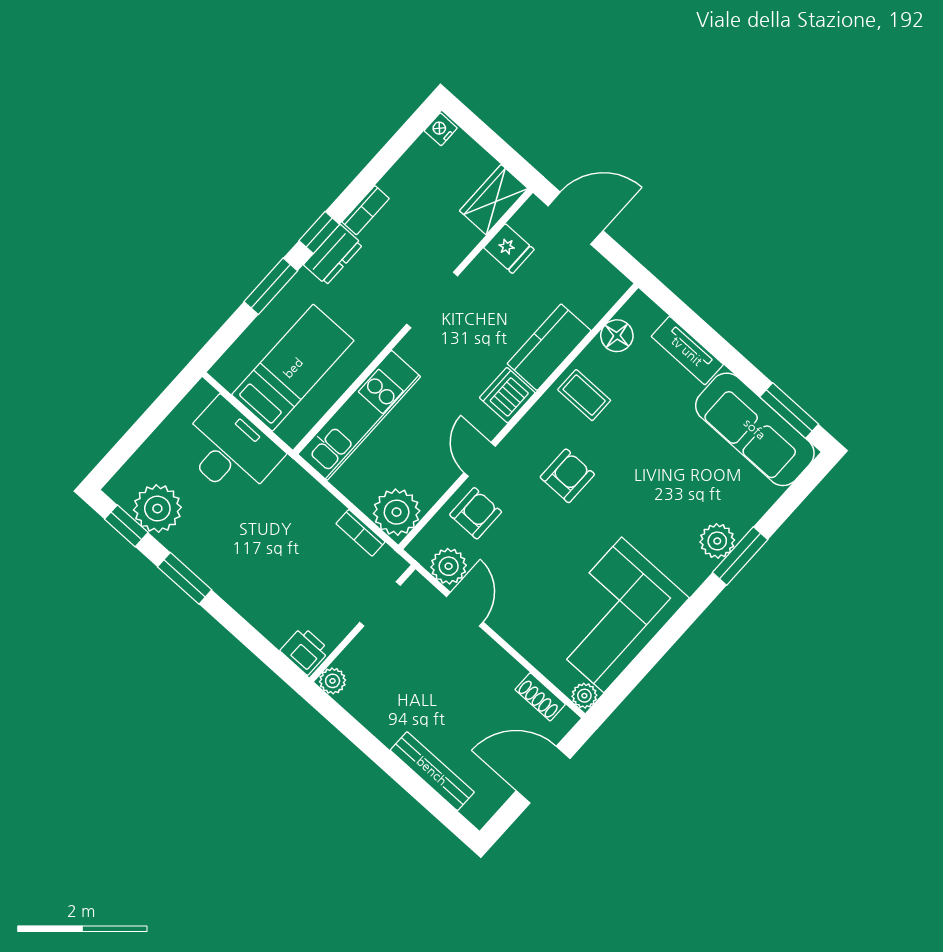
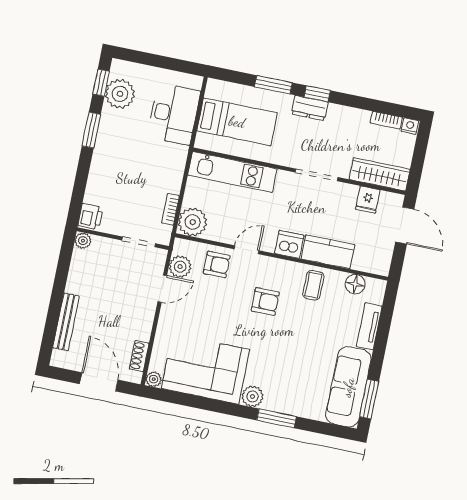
wardrobe: (494, 200) -> (380, 174), width x1.50
bookcase: (366, 210) -> (386, 120), moved
plant: (717, 541) -> (252, 396), moved

